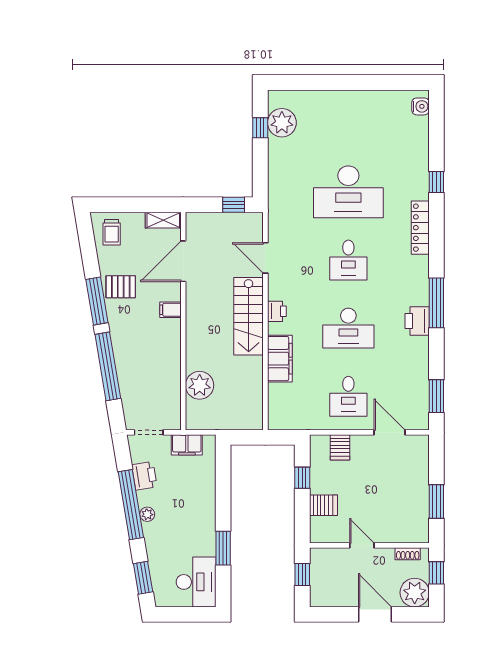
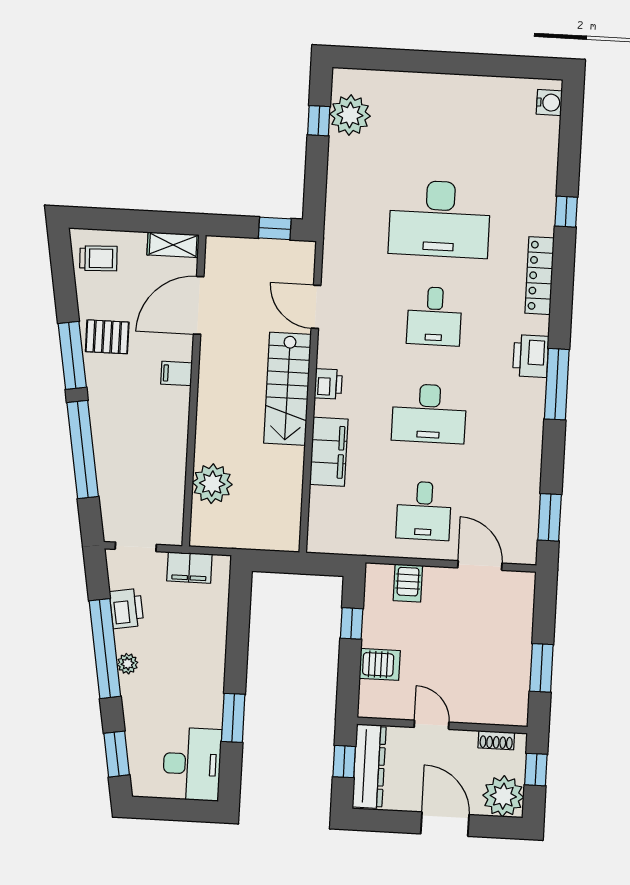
trolley: (112, 232) -> (98, 258), turned -92
printer: (417, 321) -> (531, 356), moved
dresser: (320, 577) -> (369, 766), added

